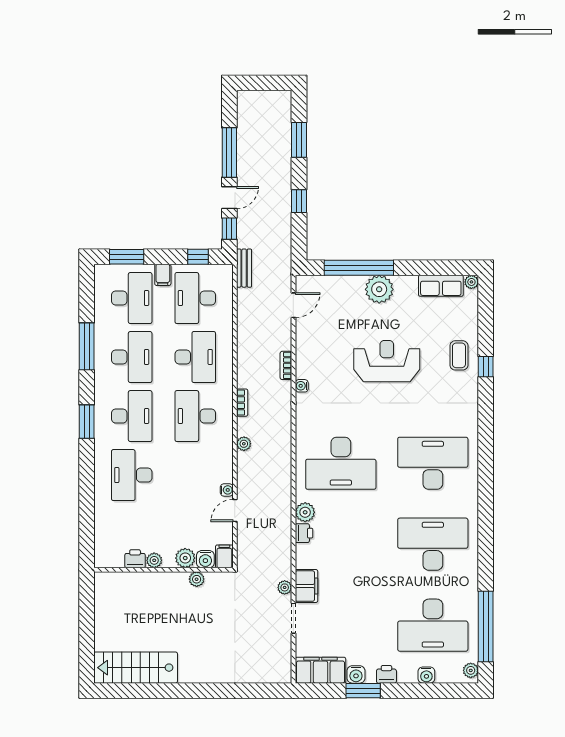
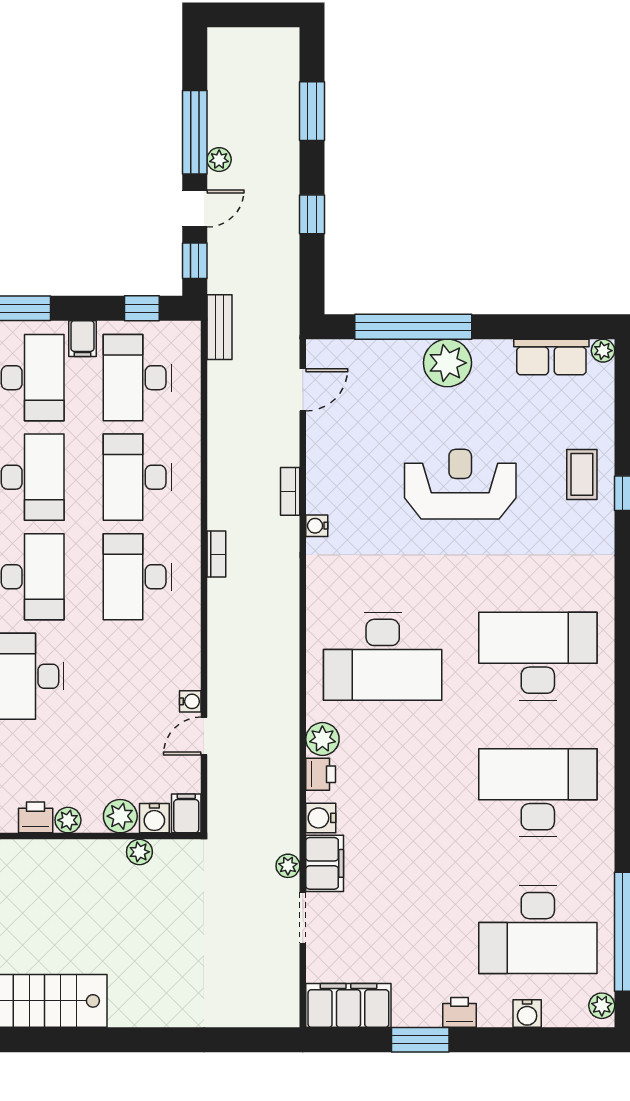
desk: (195, 357) -> (137, 477), turned 180
plant: (244, 444) -> (219, 160), moved
water cooler: (356, 674) -> (321, 818), moved, turned 90

